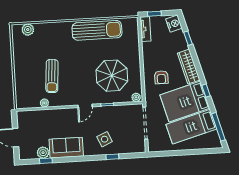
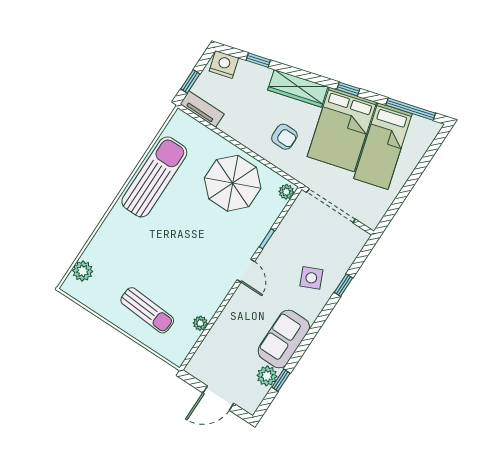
sun lounger: (52, 76) -> (147, 310), moved
parasol: (112, 76) -> (233, 183), moved

